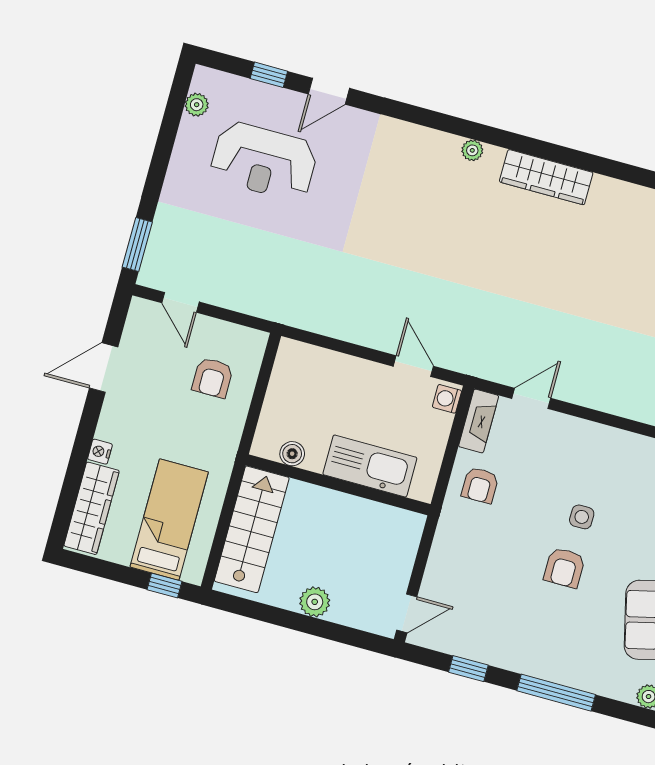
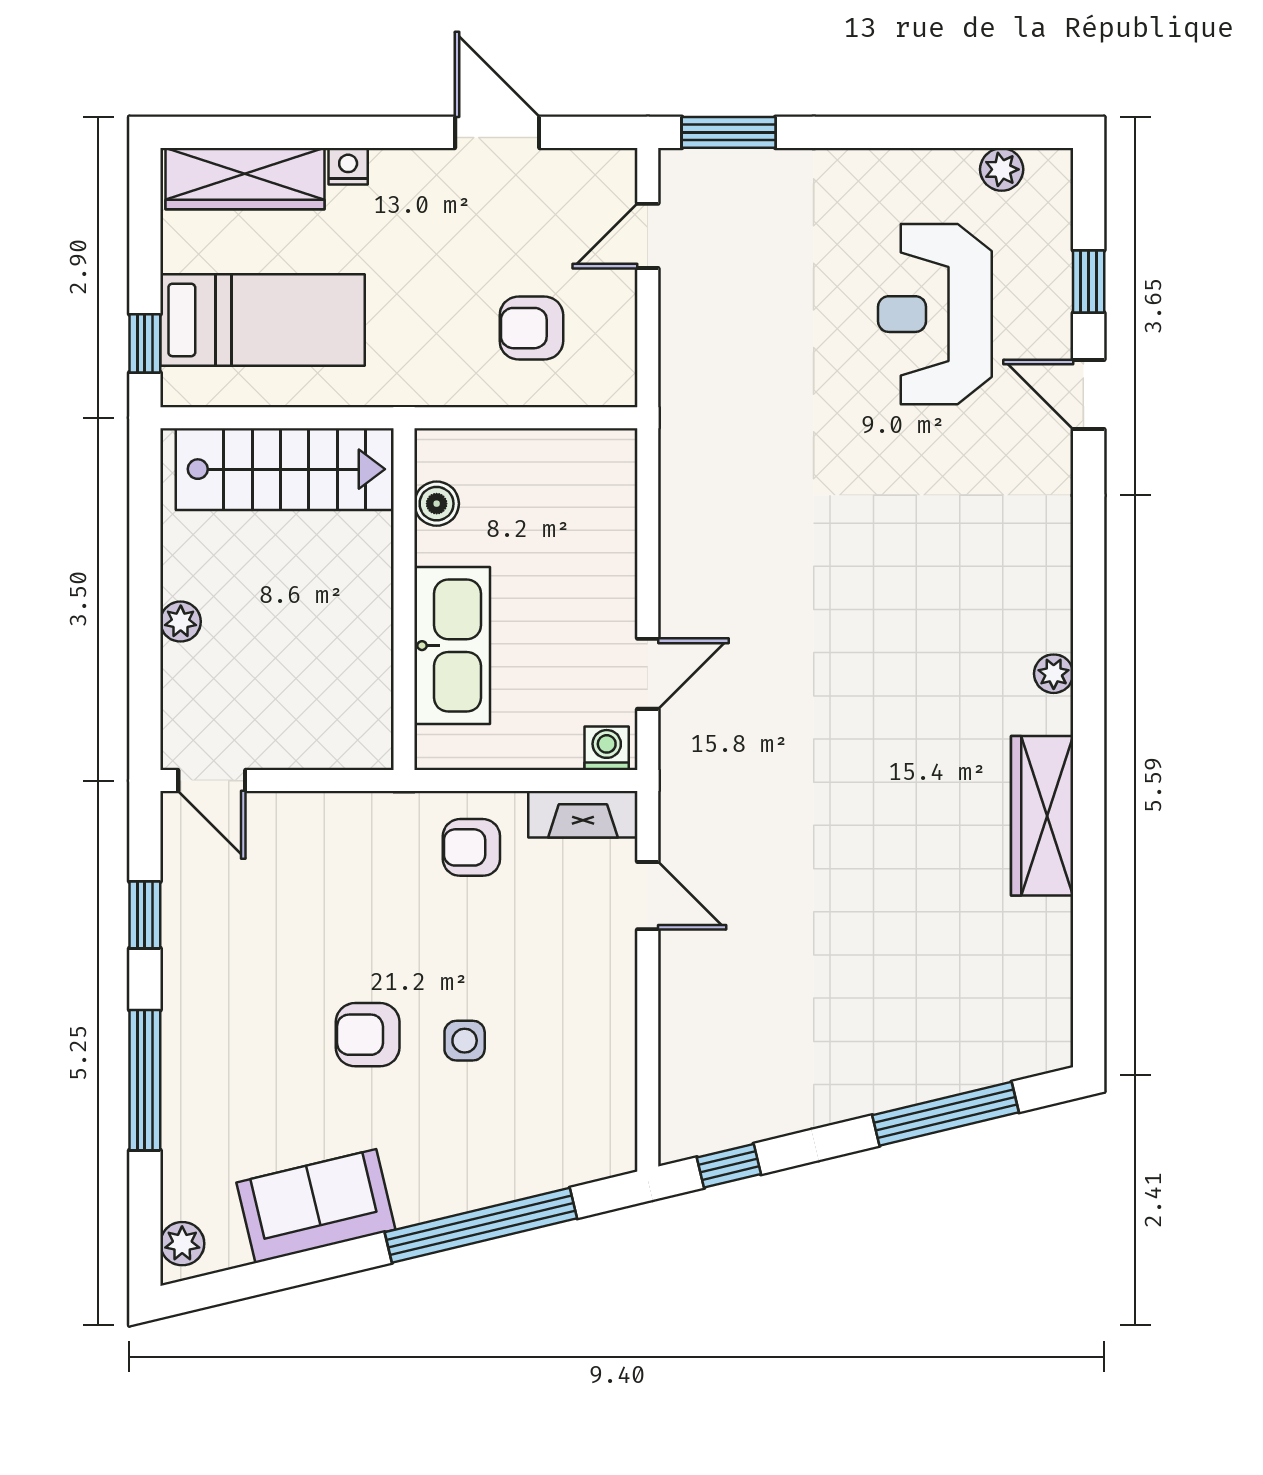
plant: (315, 602) -> (181, 622), width x0.73, depth x0.73

